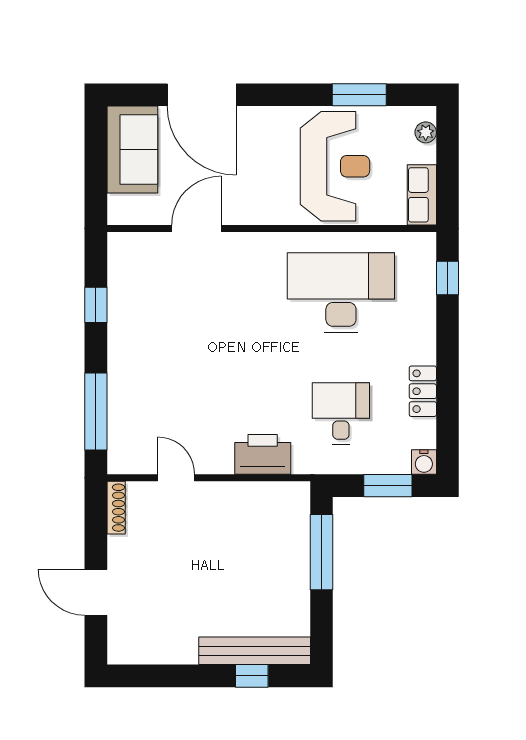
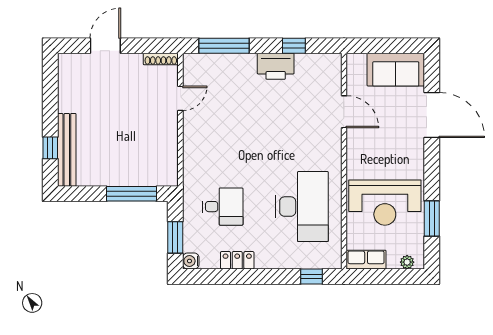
door: (202, 95) -> (432, 115), swing flipped
printer: (263, 454) -> (276, 66), moved, turned 90

